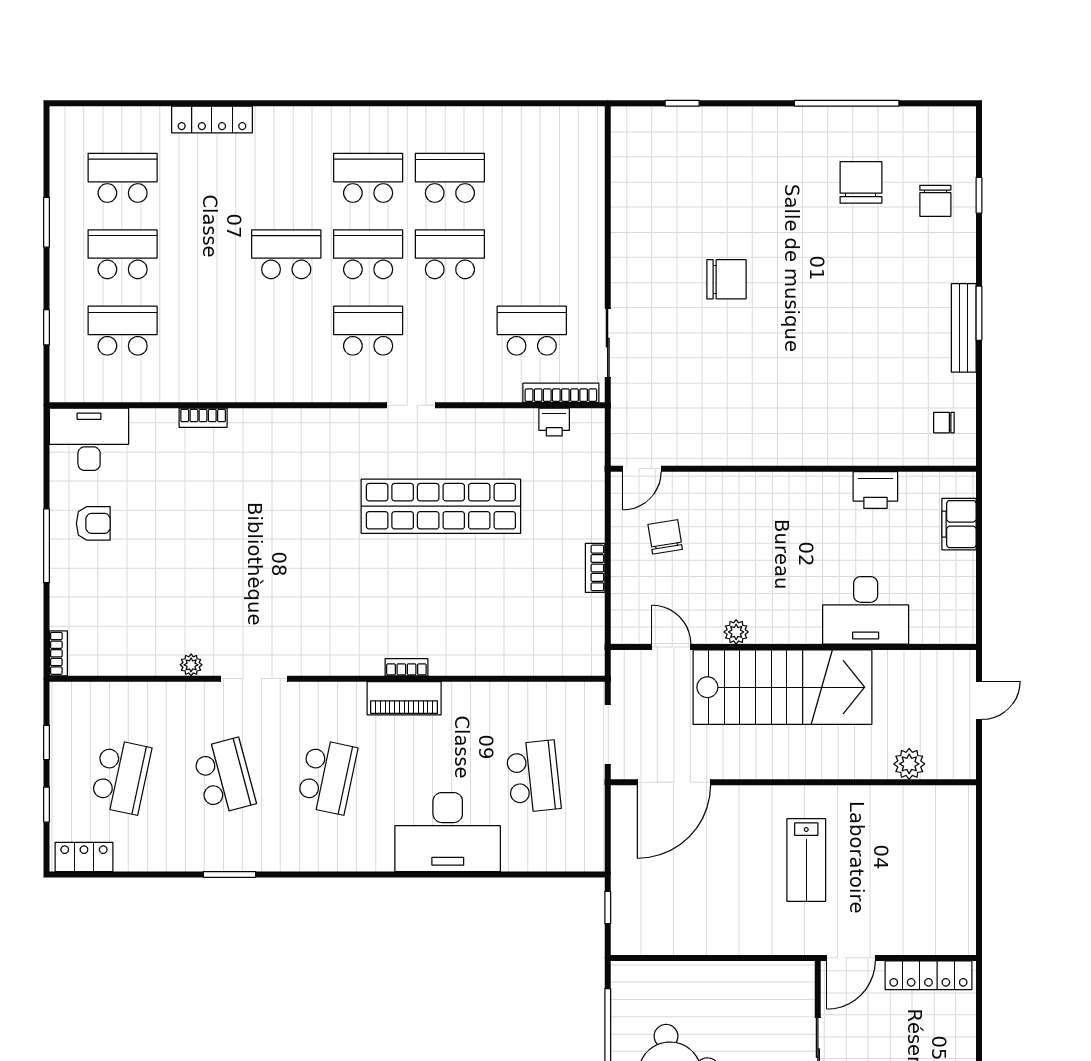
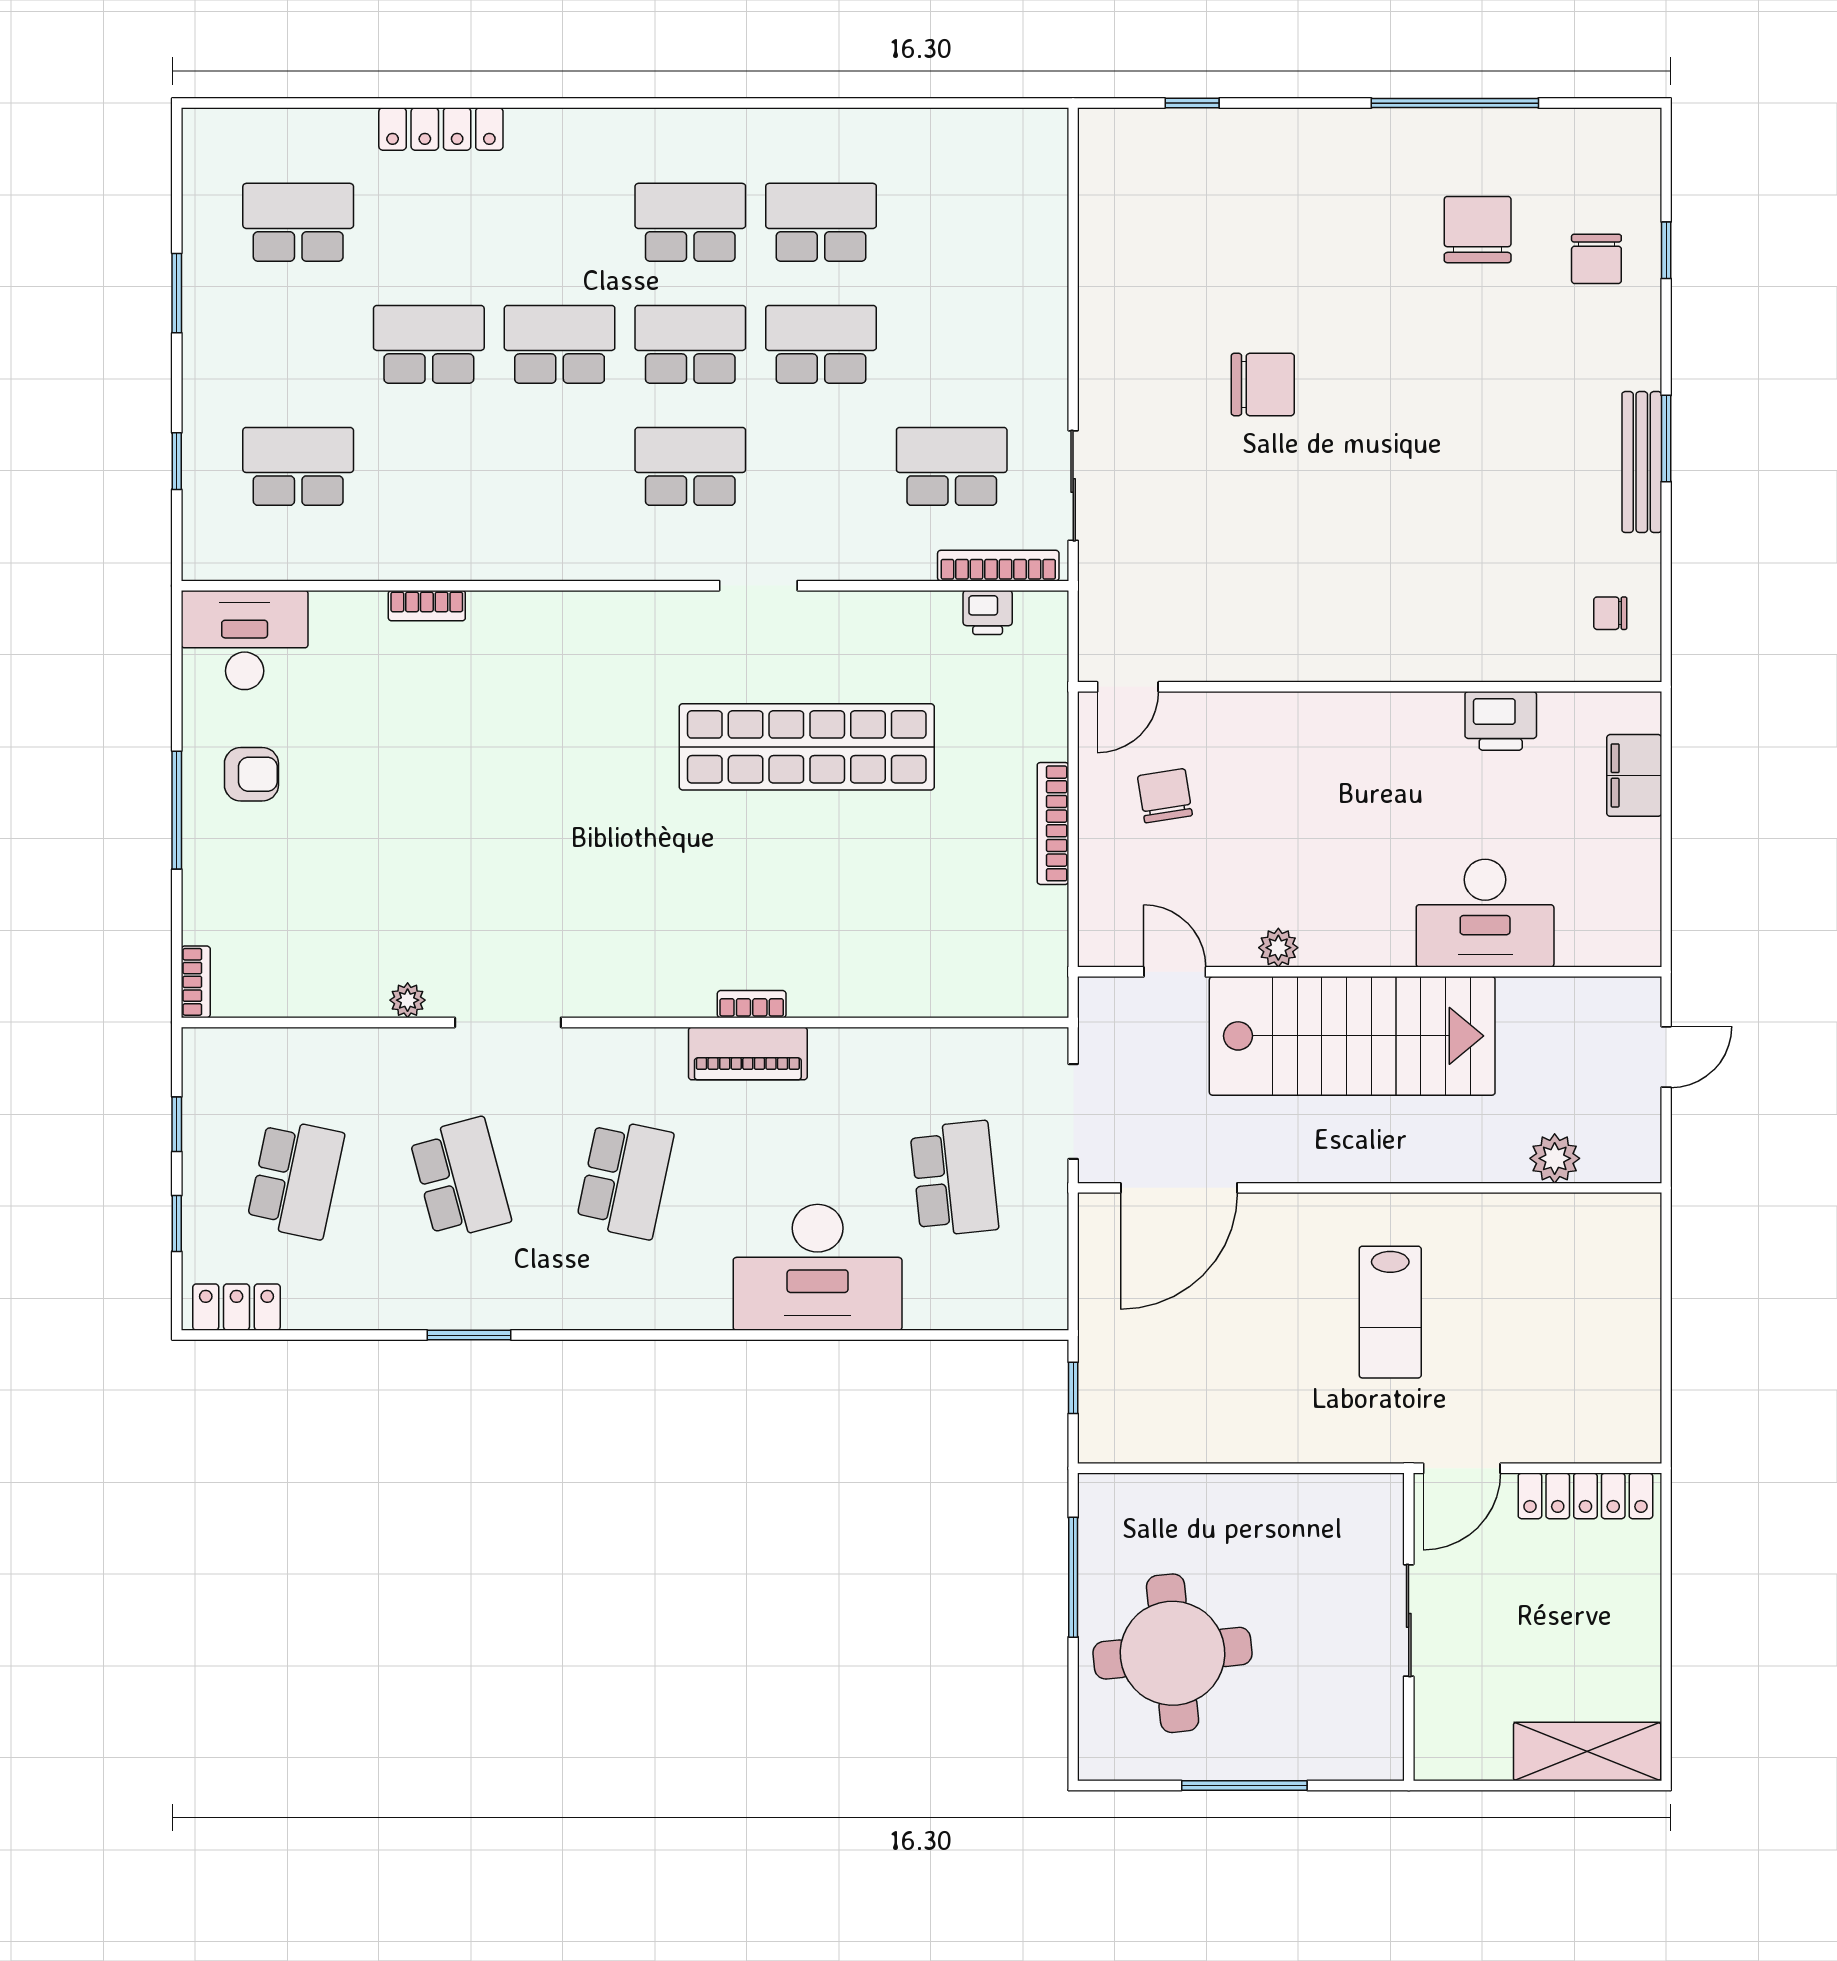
school desk: (123, 254) -> (429, 344), moved
bookcase: (595, 568) -> (1053, 823), width x1.56

